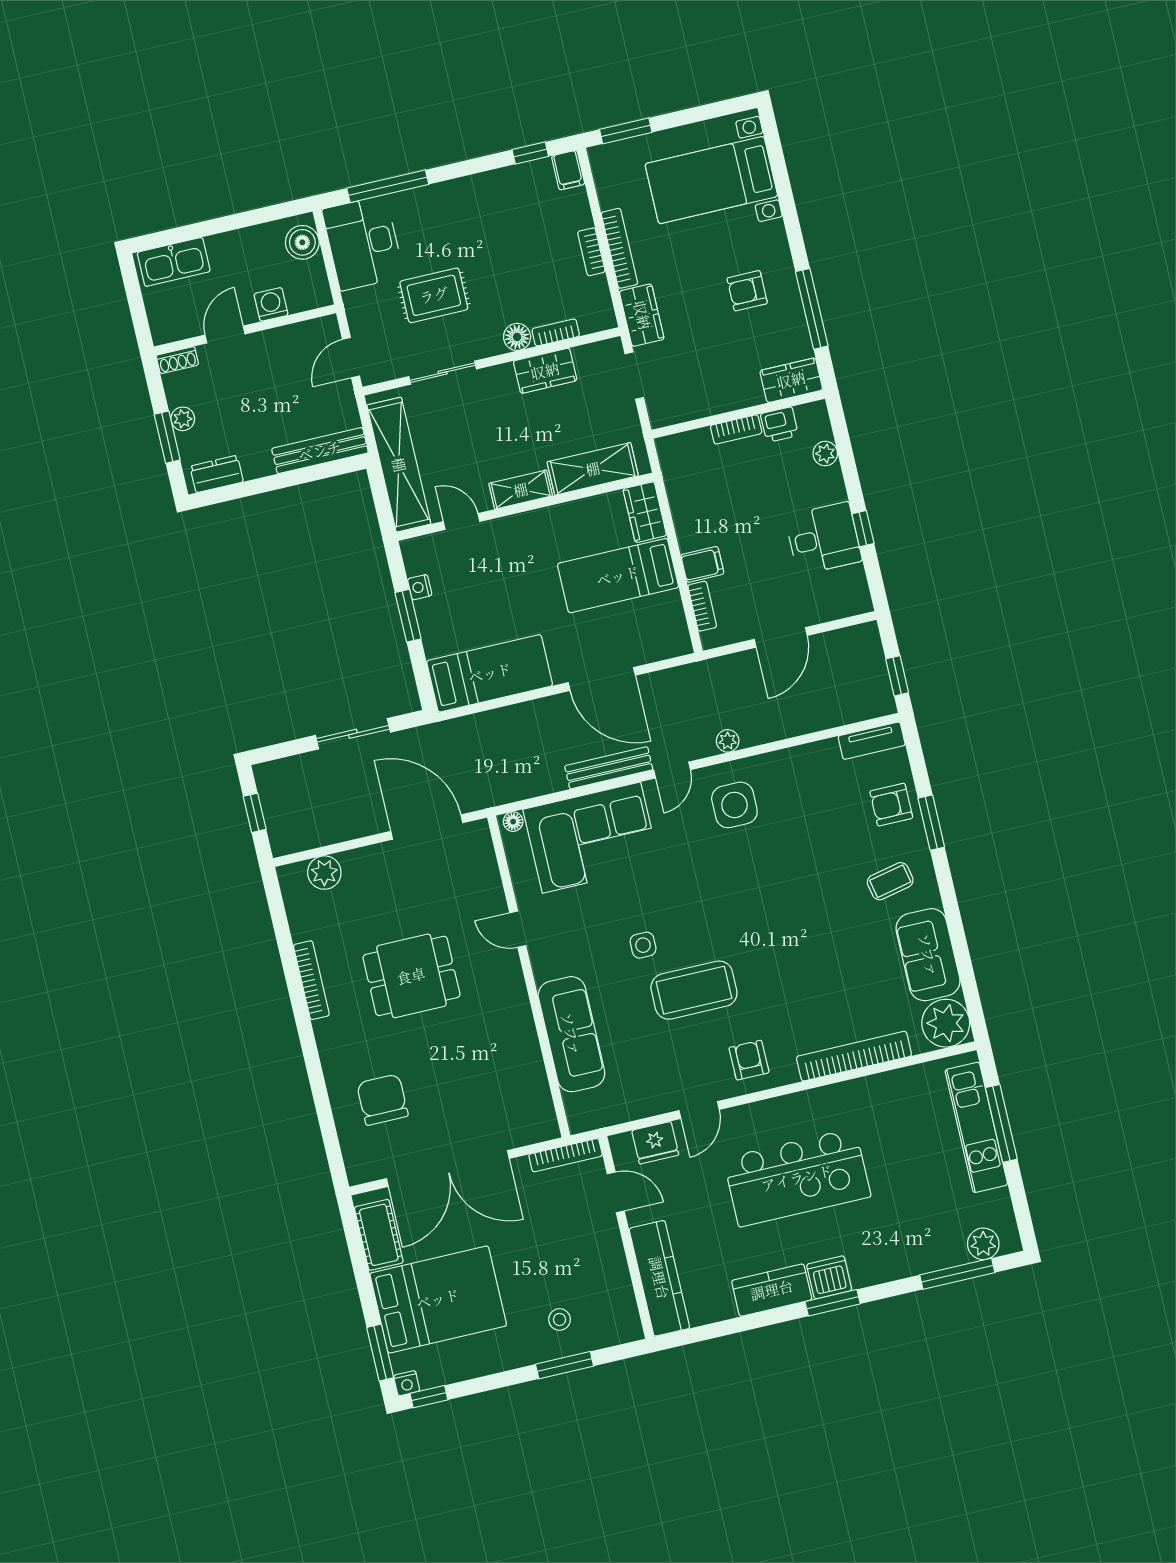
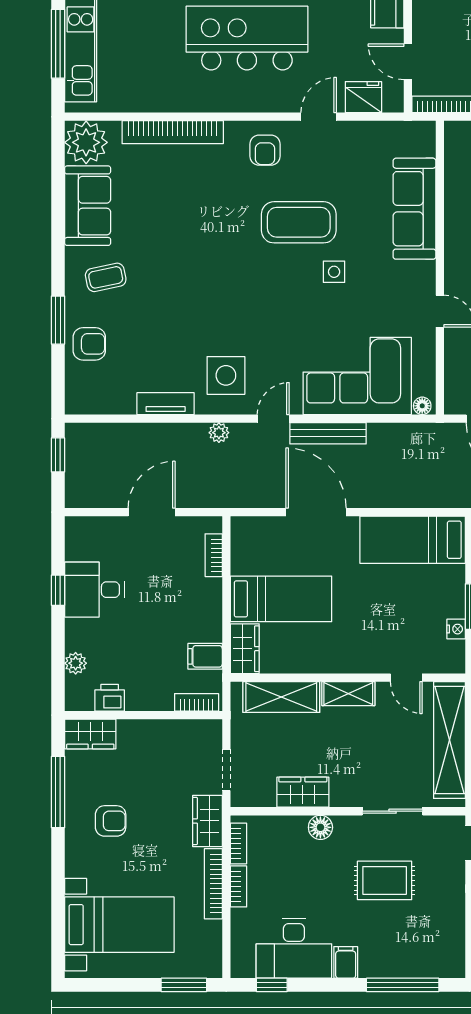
filing cabinet: (568, 170) -> (346, 962), moved
desk: (363, 243) -> (294, 949), moved, turned 90
bookcase: (556, 332) -> (238, 843), moved, turned -90
bookcase: (736, 429) -> (197, 702), moved
filing cabinet: (702, 564) -> (205, 656), moved
tv unit: (872, 741) -> (166, 404), moved

